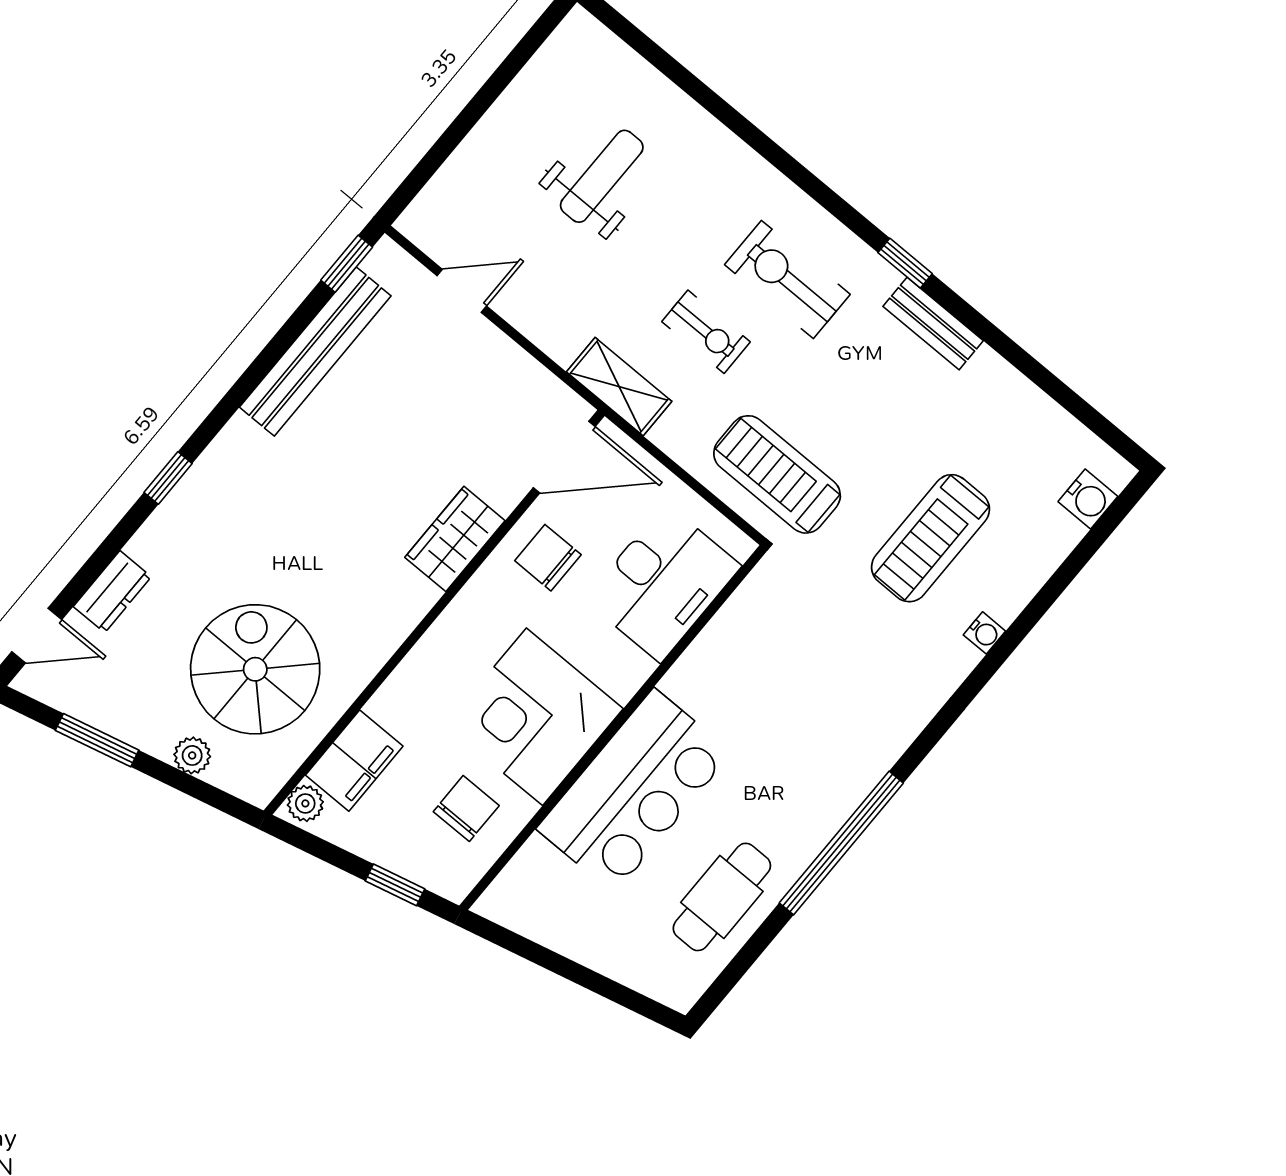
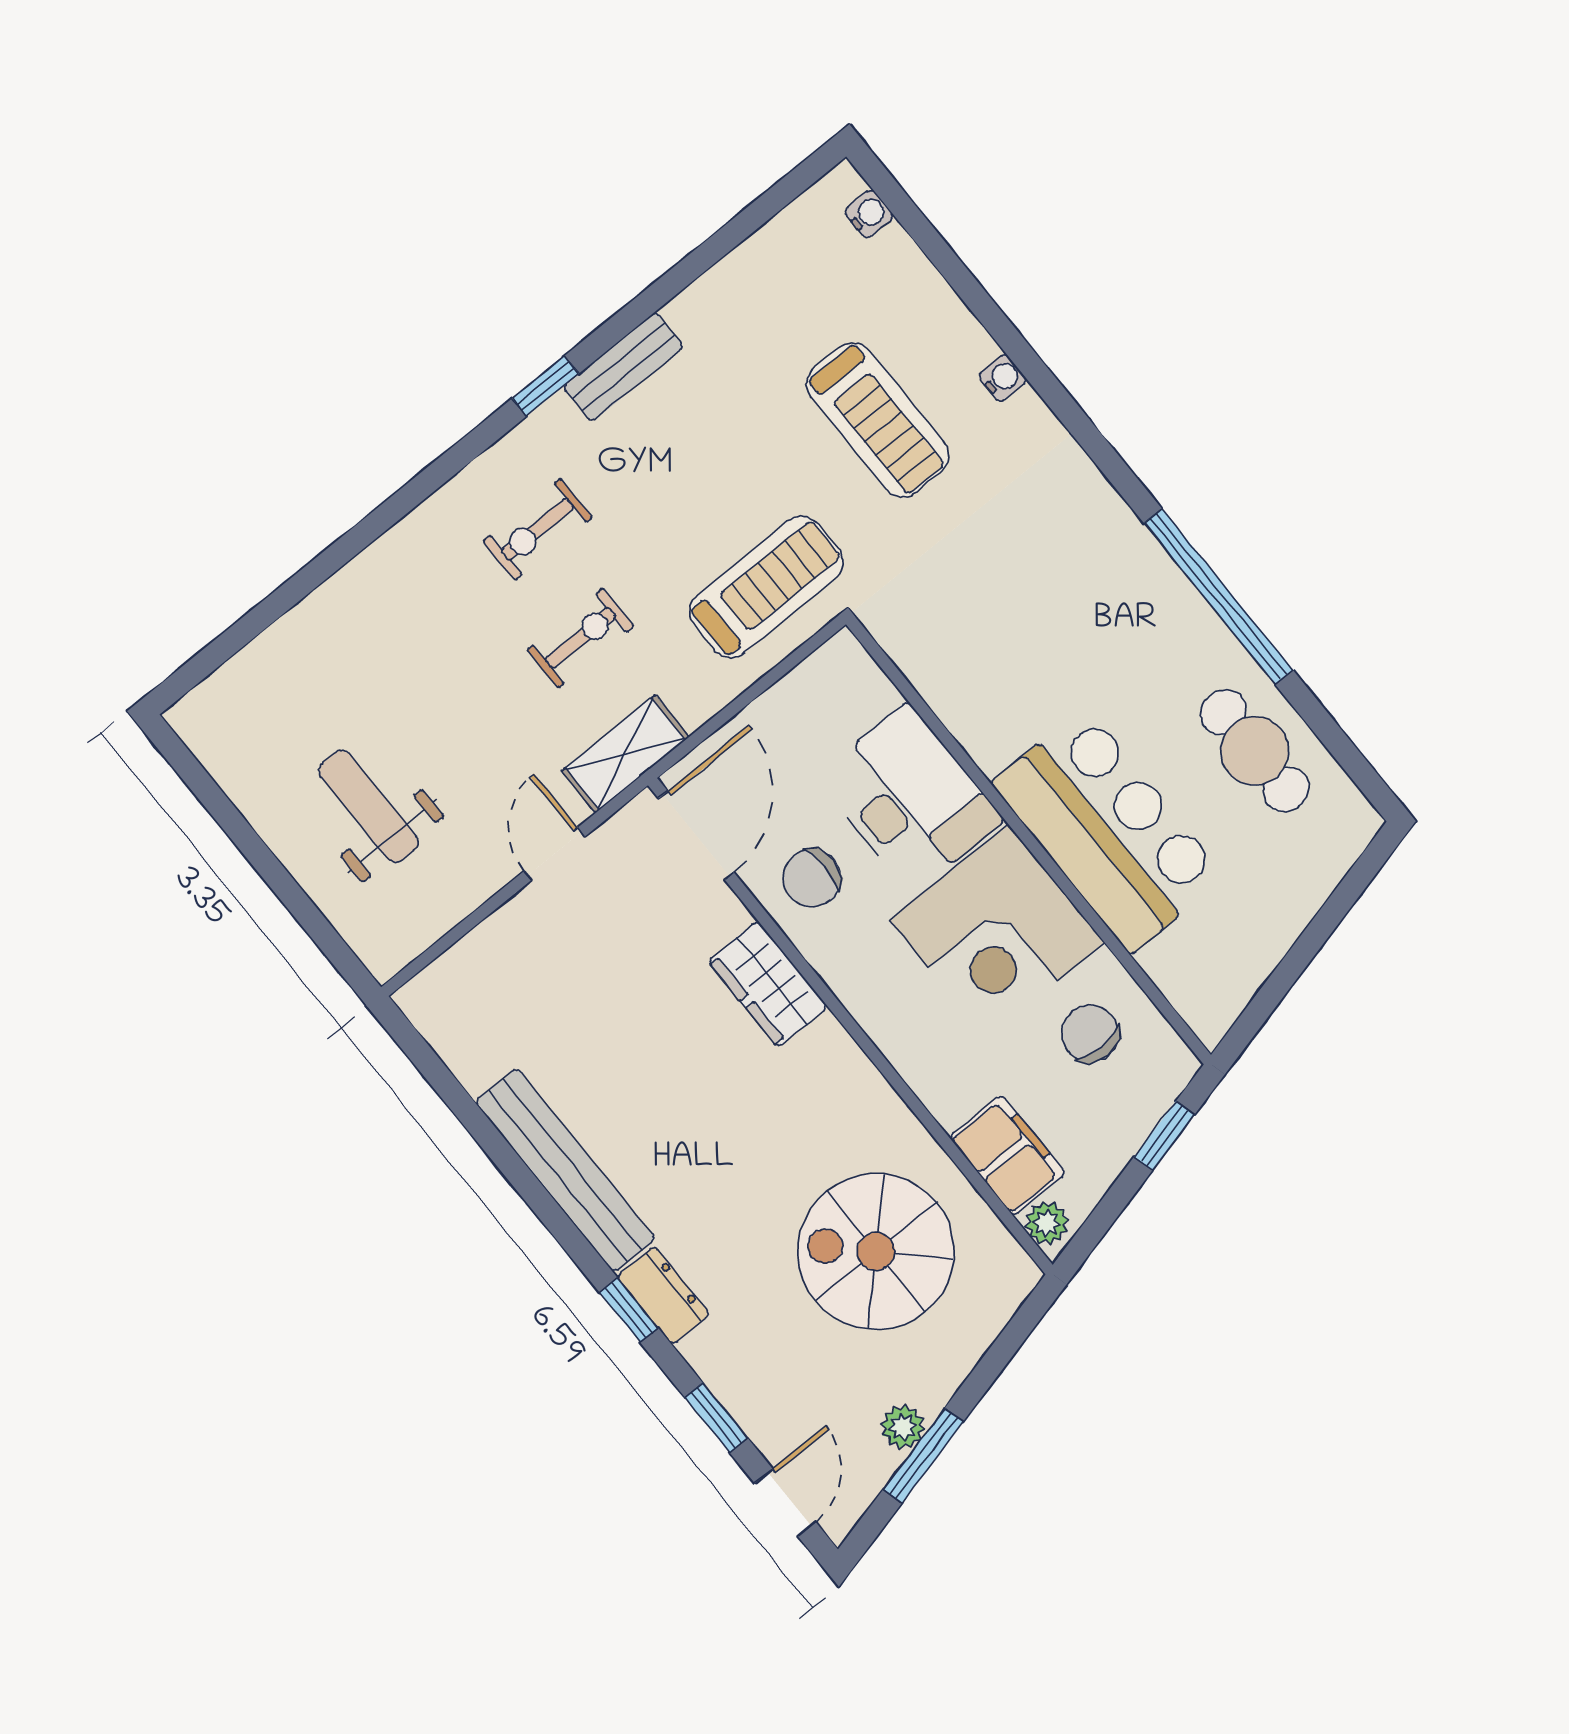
weight bench: (602, 176) -> (369, 807), moved
window: (347, 264) -> (716, 1418), moved
exercise bike: (787, 280) -> (538, 529), width x0.73, depth x0.72
door: (462, 291) -> (554, 854), moved
bench: (315, 352) -> (565, 1170), moved
treadmill: (777, 474) -> (766, 587), turned 180
water cooler: (1088, 499) -> (869, 214), width x0.72, depth x0.72
desk: (663, 583) -> (910, 799), moved
dresser: (112, 592) -> (663, 1295), moved
plant: (192, 755) -> (903, 1427), moved

